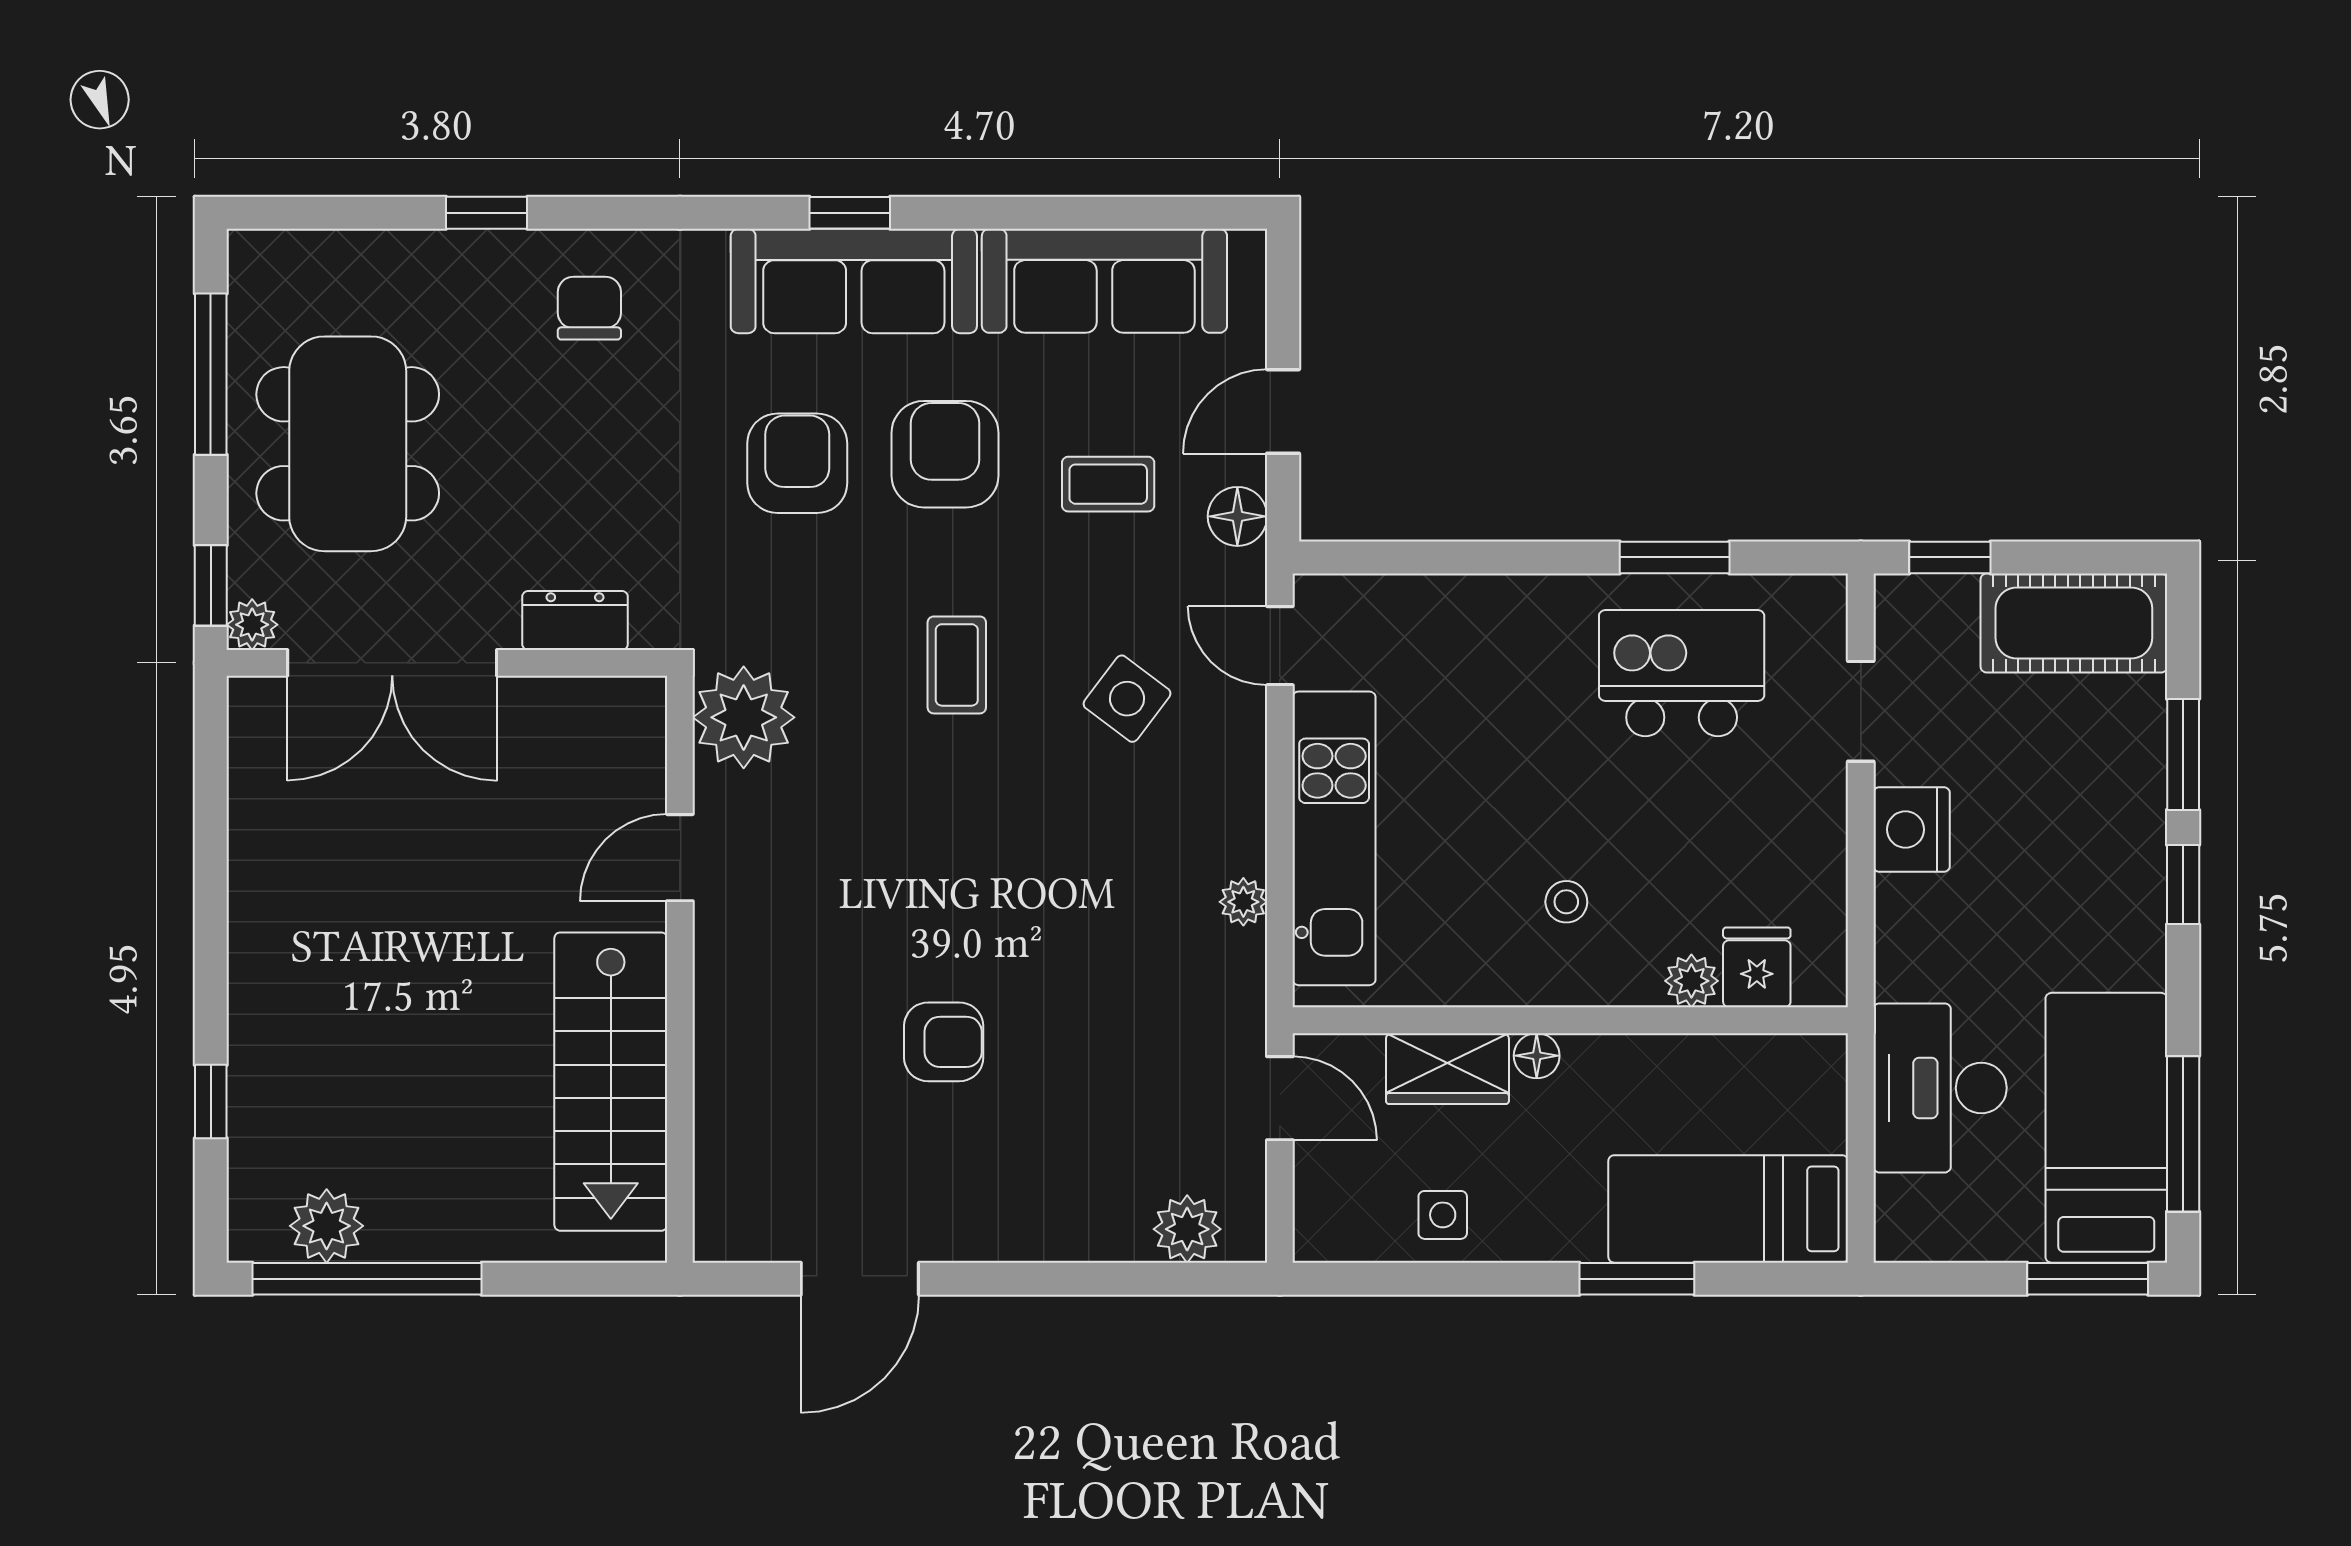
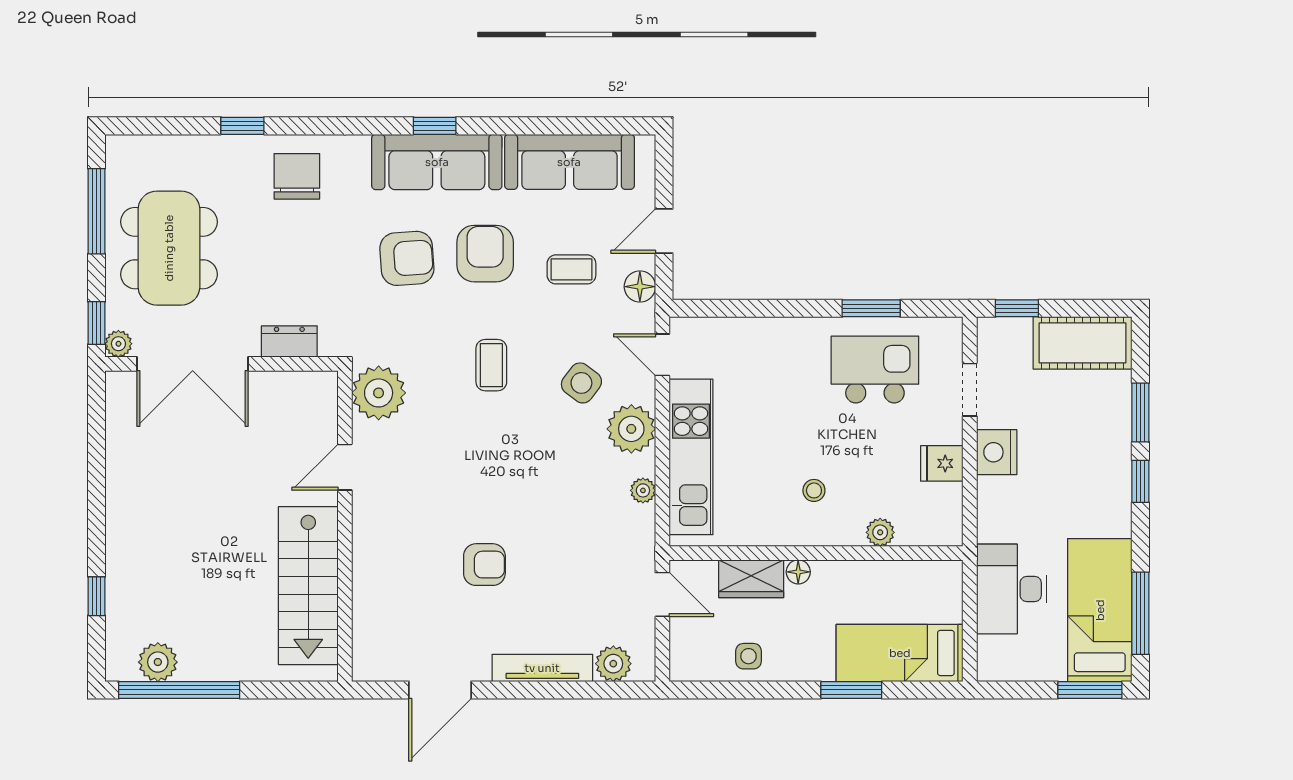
chair: (589, 308) -> (297, 176), width x1.37, depth x1.37
armchair: (797, 463) -> (407, 258), turned 86
plant: (1221, 785) -> (631, 429), added
fridge: (1757, 967) -> (942, 463), moved, turned -90
tv unit: (1053, 1237) -> (542, 668), added

